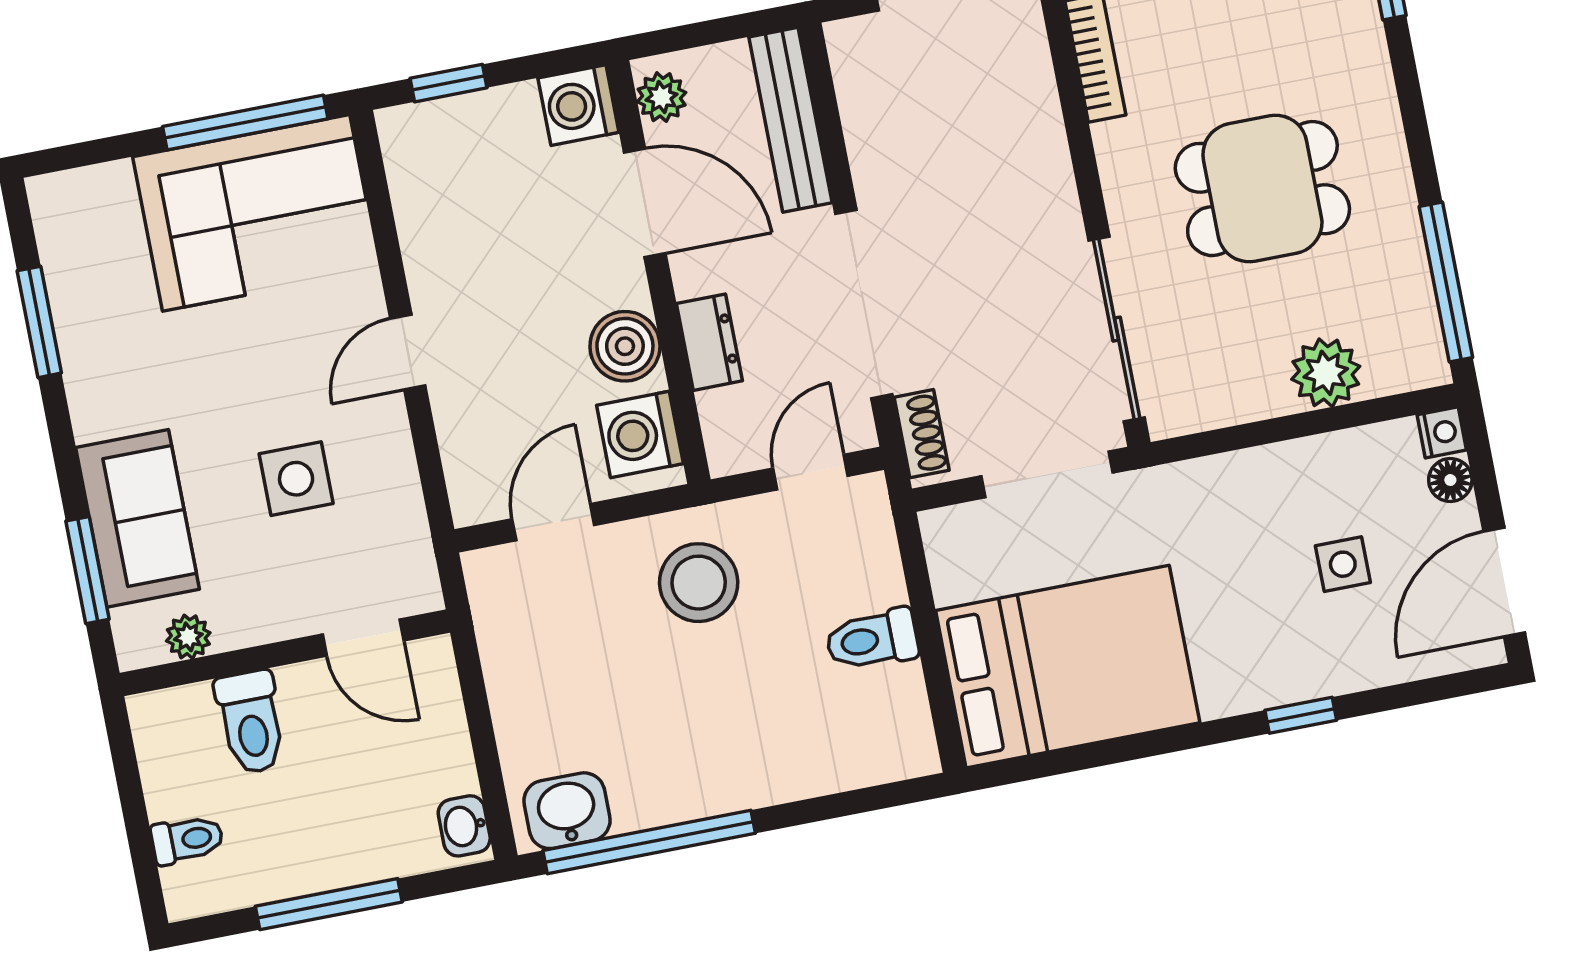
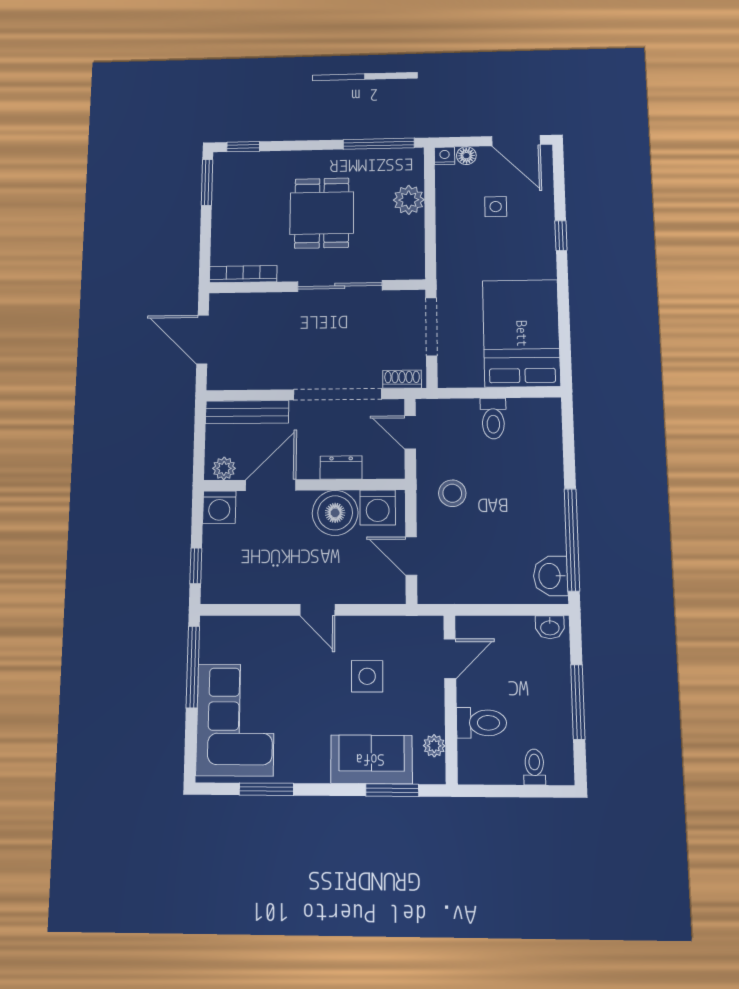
corner sofa: (256, 213) -> (235, 720), moved
sliding door: (1117, 329) -> (340, 286), moved
boiler: (625, 346) -> (335, 513), width x1.37, depth x1.37
stool: (699, 583) -> (452, 493), width x0.73, depth x0.73

